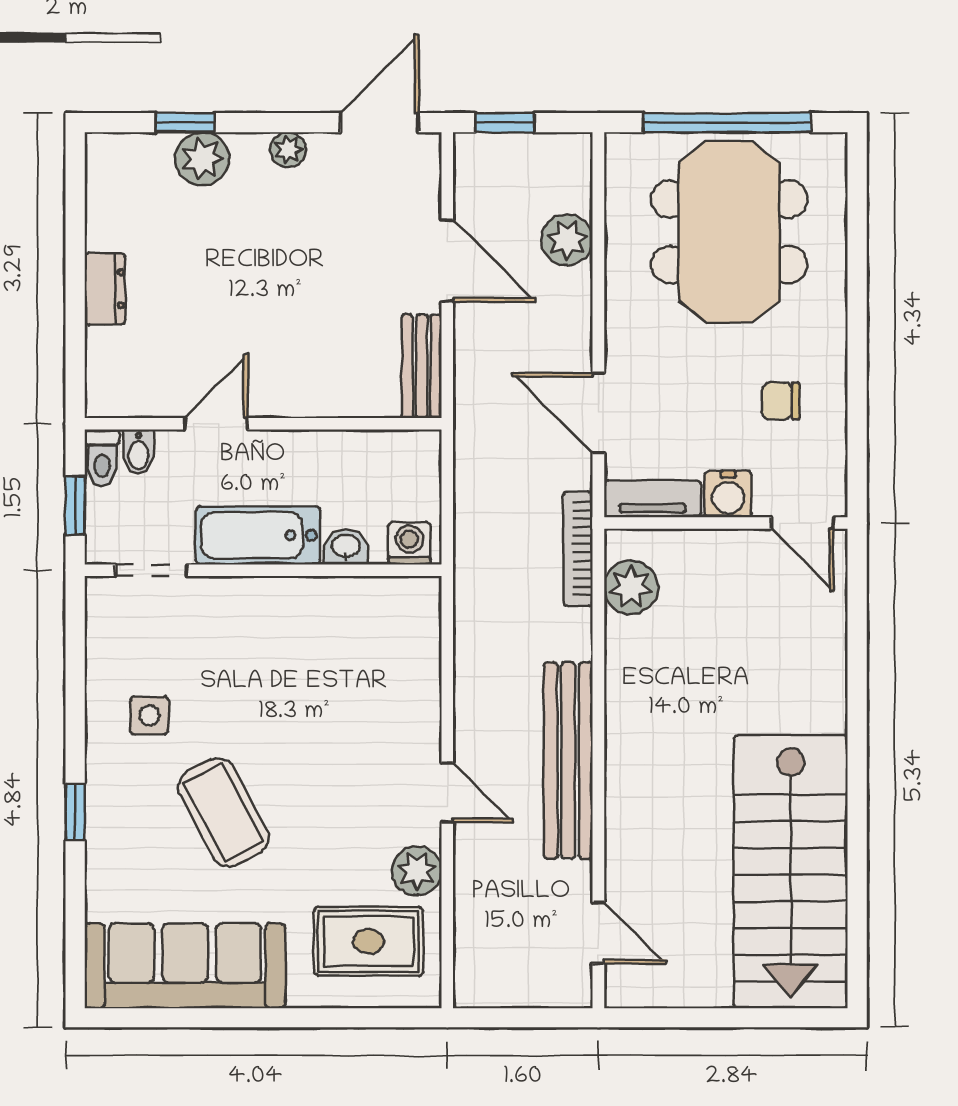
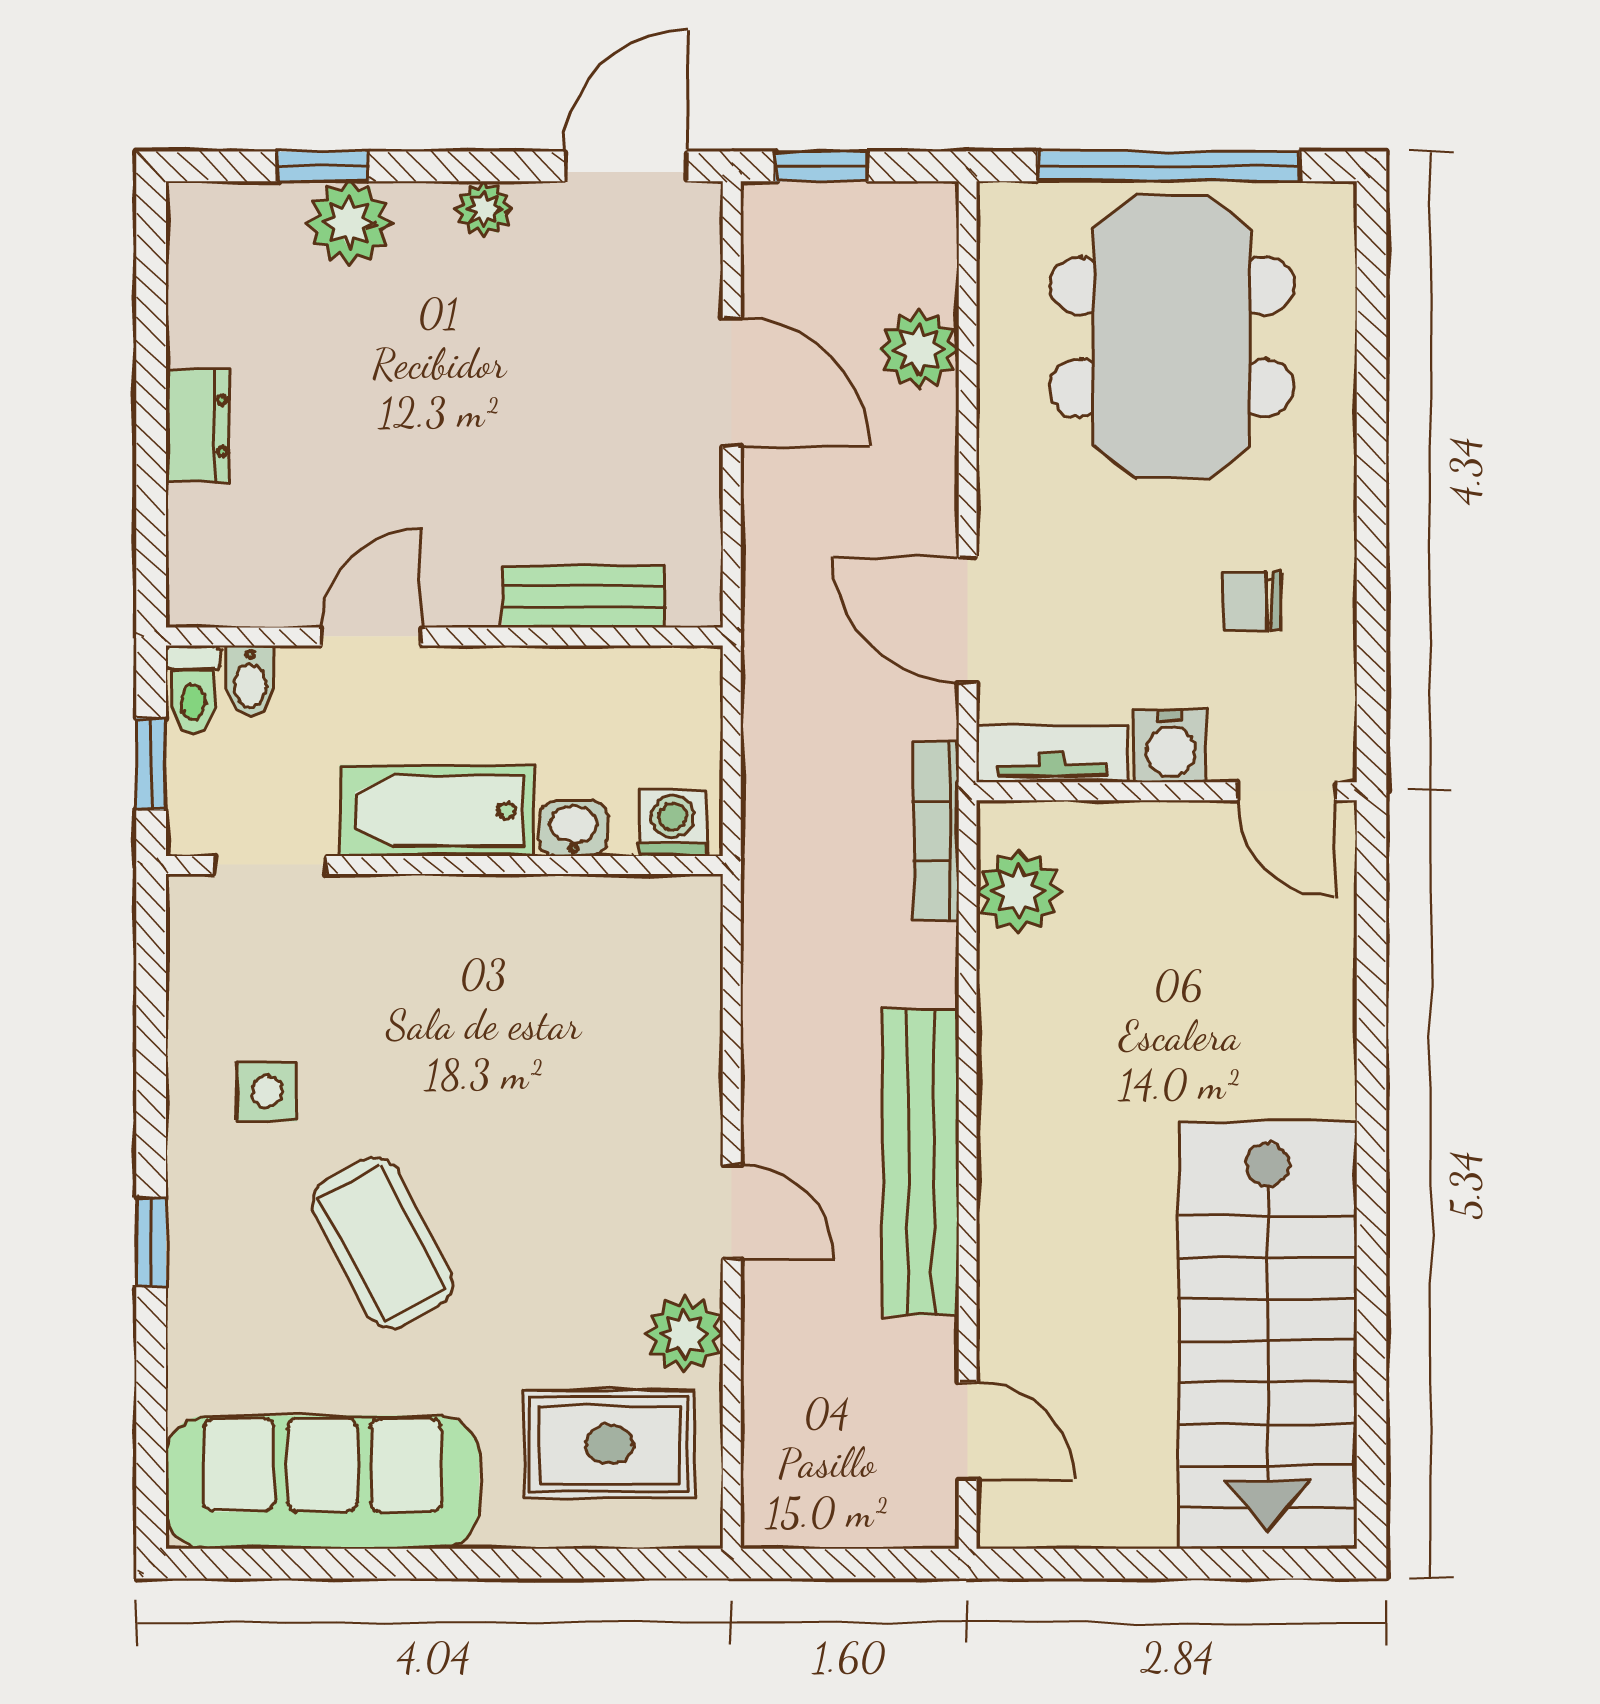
bench: (422, 366) -> (583, 597), moved, turned 90

